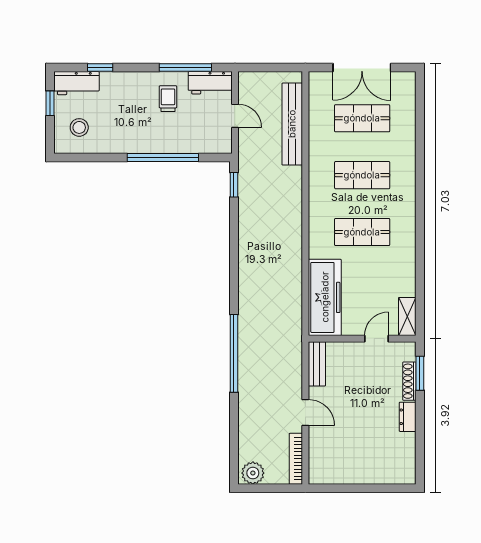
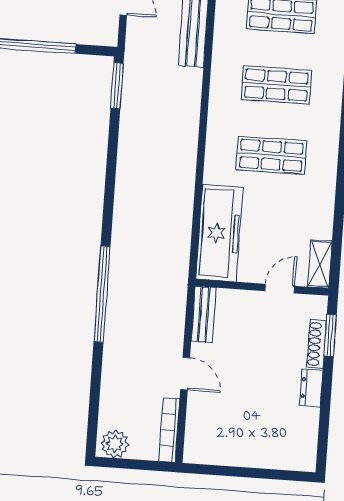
window: (234, 185) -> (117, 86), width x1.50

